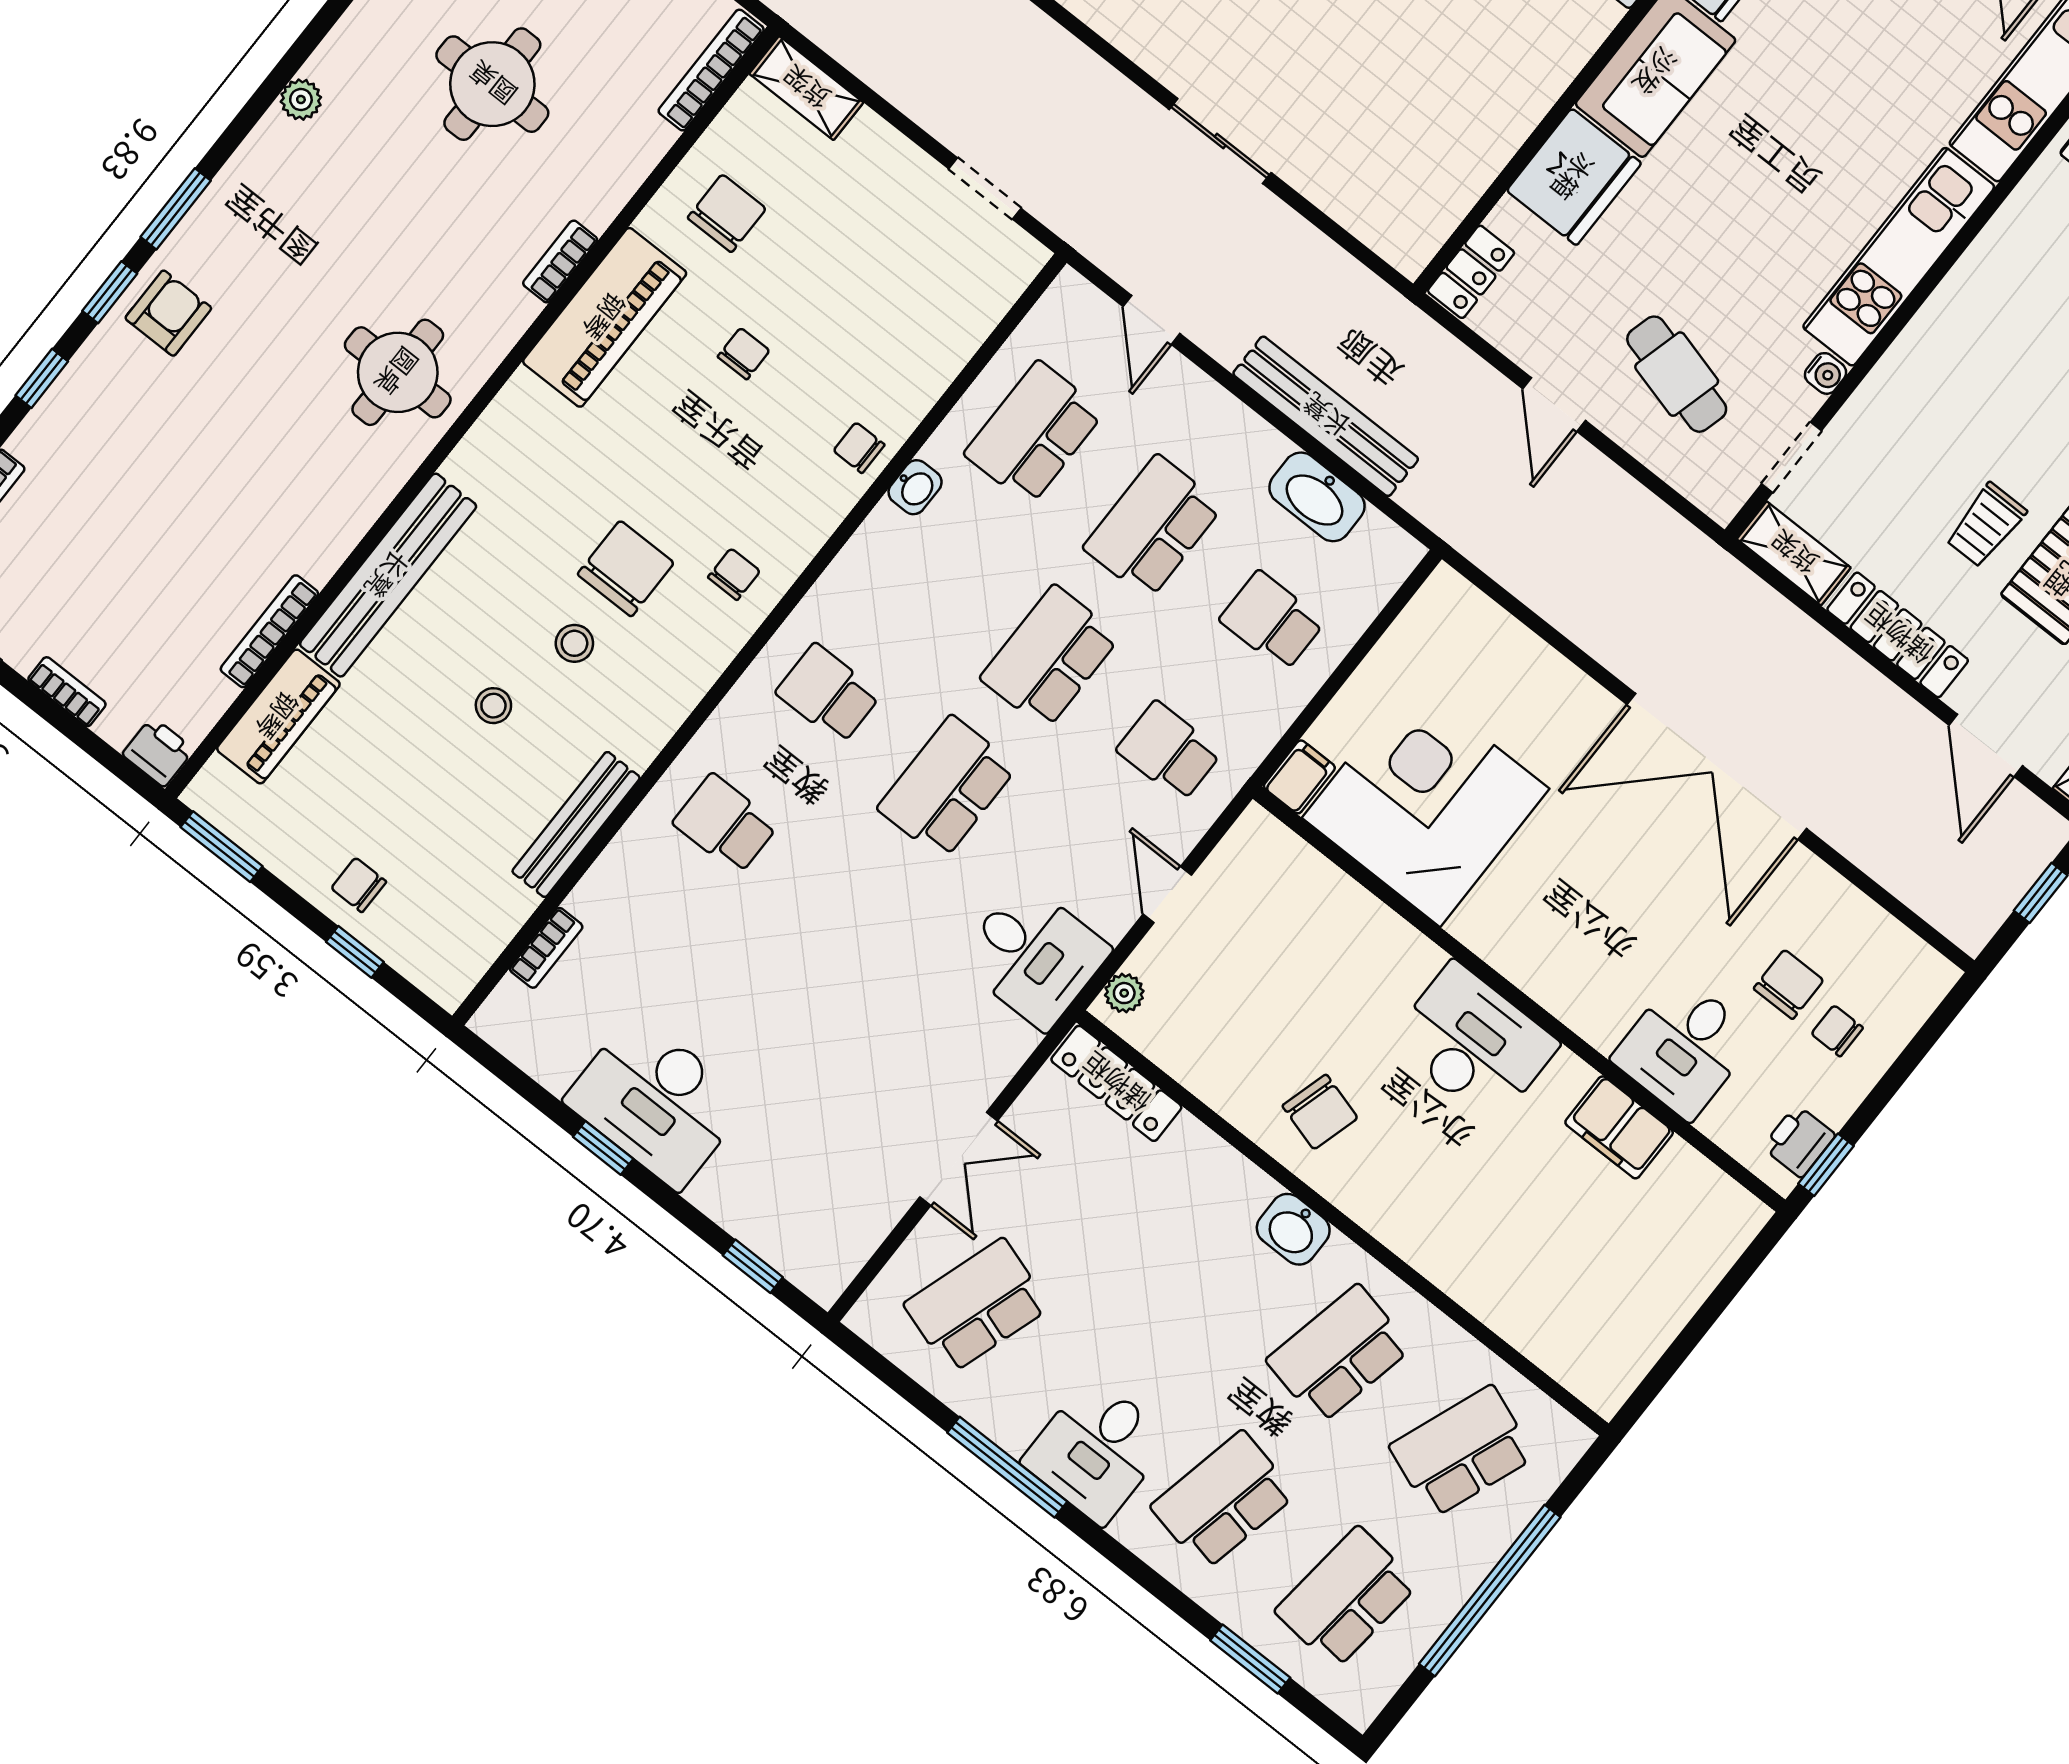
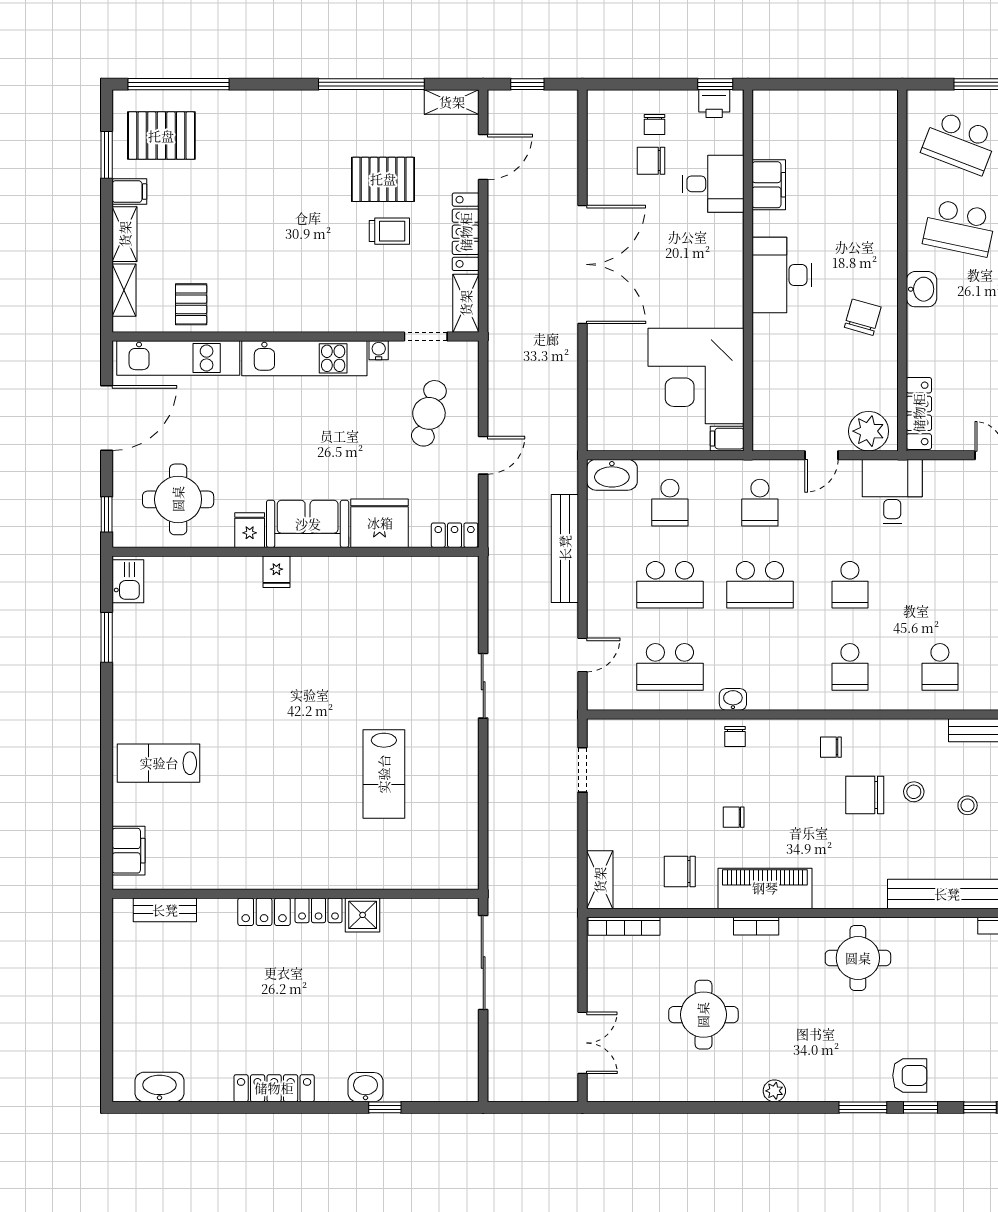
armchair: (168, 313) -> (910, 1075), turned 180
washbasin: (1317, 497) -> (612, 475), moved, turned 90
school desk: (947, 788) -> (850, 585), width x0.54
plant: (1124, 993) -> (869, 431), width x1.88, depth x1.88

